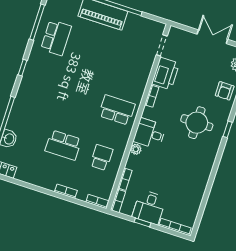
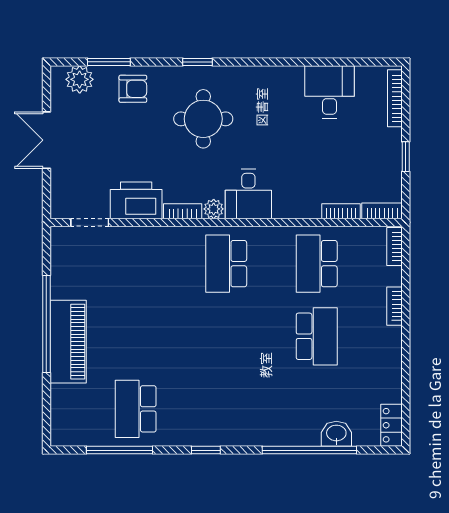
school desk: (56, 38) -> (136, 409), turned -90
plant: (136, 149) -> (214, 209), moved
school desk: (101, 157) -> (317, 264), width x1.85
desk: (149, 207) -> (330, 92), moved, turned -90

